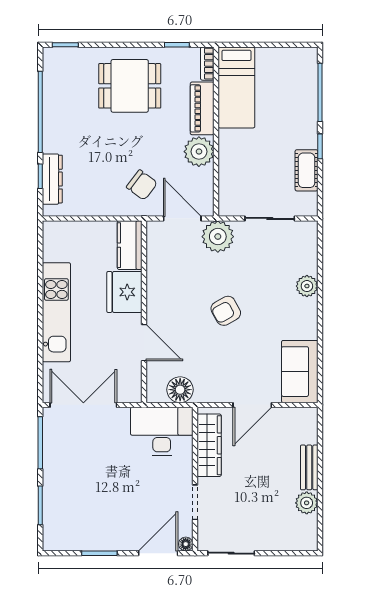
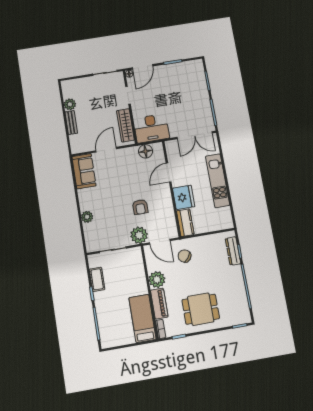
armchair: (226, 311) -> (140, 207), moved, turned 119
door: (144, 343) -> (169, 173), hinge flipped

